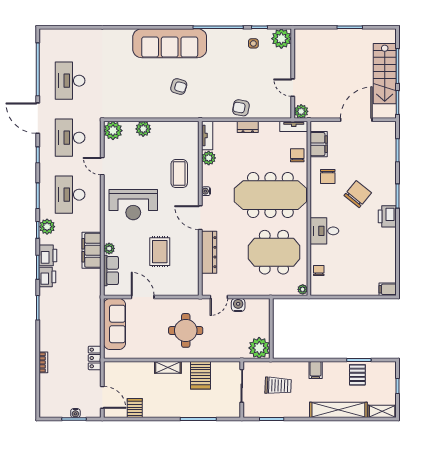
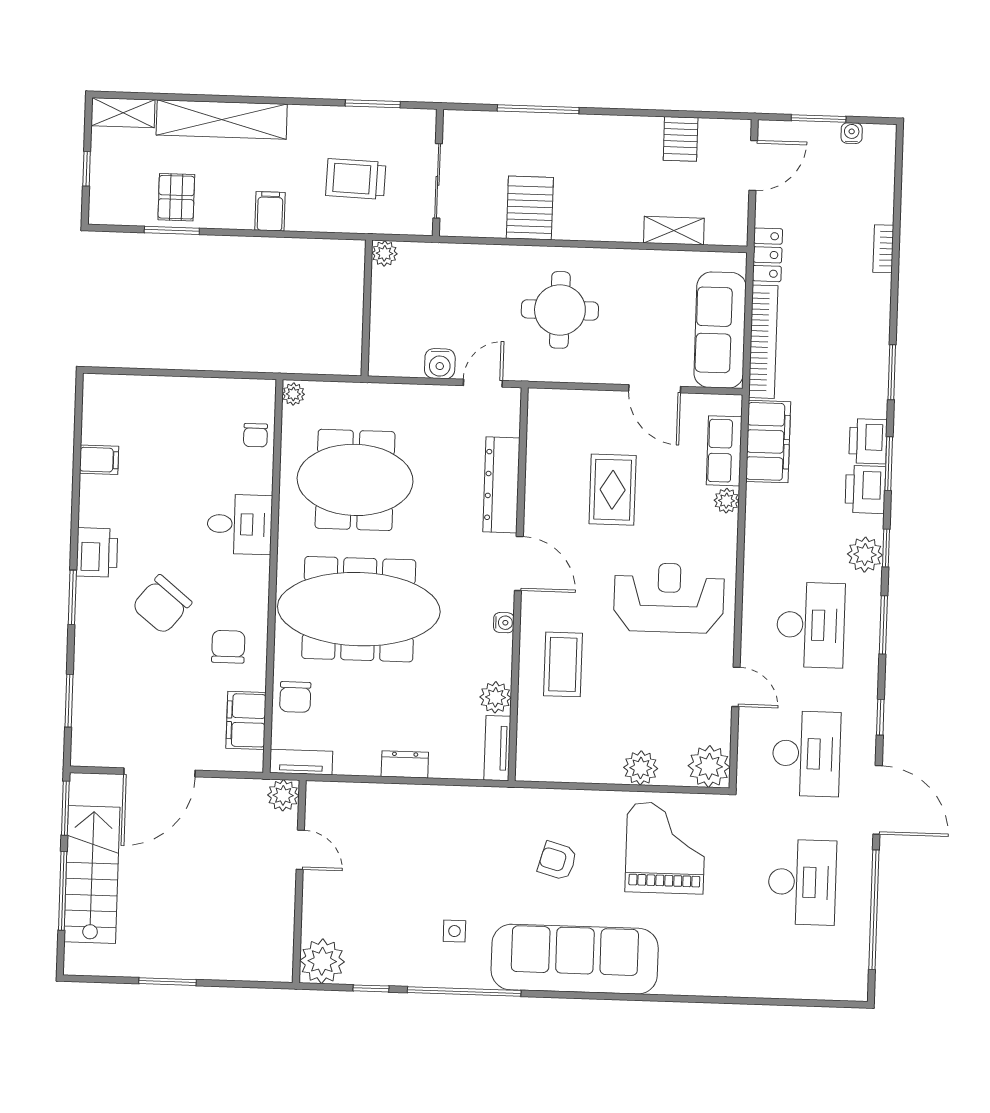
side table: (253, 43) -> (454, 931), moved
grand piano: (131, 94) -> (665, 848), added
armchair: (241, 108) -> (419, 808), removed
filing cabinet: (92, 250) -> (768, 442), moved
filing cabinet: (388, 289) -> (99, 460), moved
bookcase: (95, 319) -> (763, 342), added
plant: (259, 348) -> (384, 253), width x0.53, depth x0.53
shelving: (168, 367) -> (674, 231), moved
door: (102, 397) -> (753, 165), swing flipped
water cooler: (75, 413) -> (852, 133), moved

